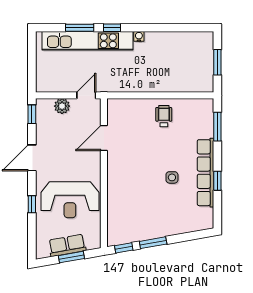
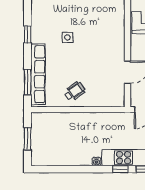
wheelchair: (164, 116) -> (75, 91), turned -126
row of seats: (206, 173) -> (38, 74), moved

